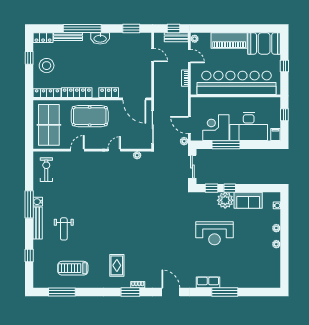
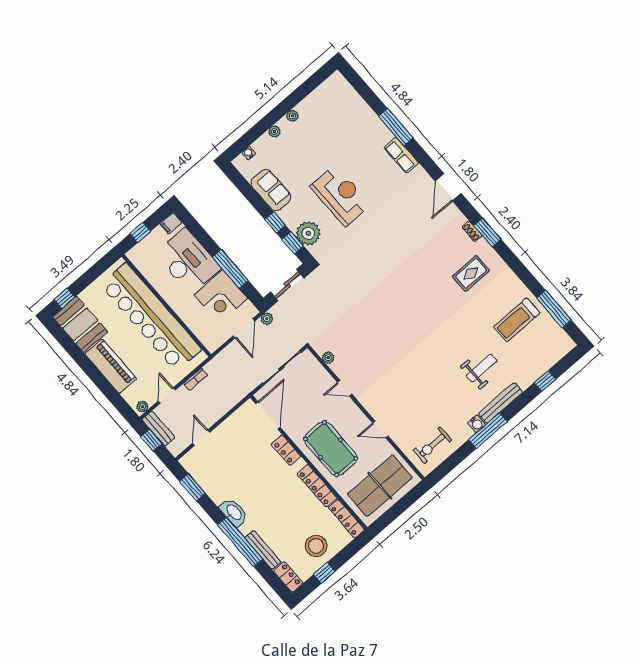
window: (284, 66) -> (64, 298), moved
plant: (225, 200) -> (308, 233), moved
treadmill: (73, 268) -> (517, 320), turned 90

